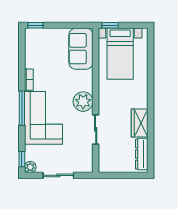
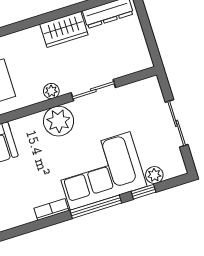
plant: (103, 103) -> (51, 91), added
window: (22, 159) -> (144, 192), moved
plant: (30, 167) -> (154, 175), moved

